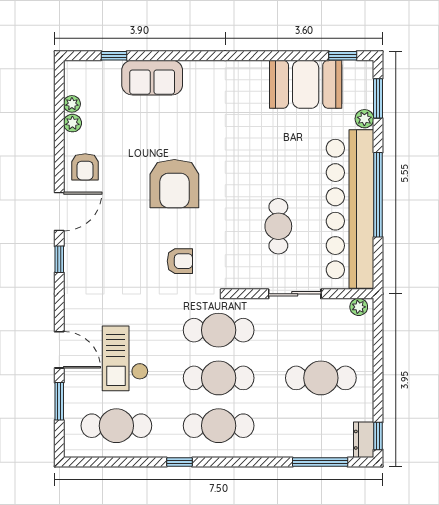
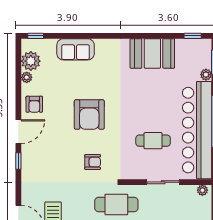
window: (114, 56) -> (36, 36), moved
booth: (306, 84) -> (152, 53), moved
plant: (72, 104) -> (31, 61), width x1.88, depth x1.88
cafe table: (278, 226) -> (153, 141), turned 90

